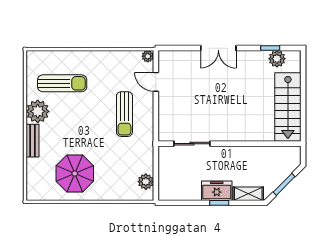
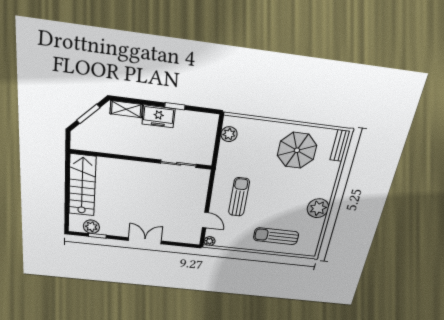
sun lounger: (62, 83) -> (276, 236), moved
bench: (32, 141) -> (340, 146), moved
window: (219, 203) -> (175, 106), moved

